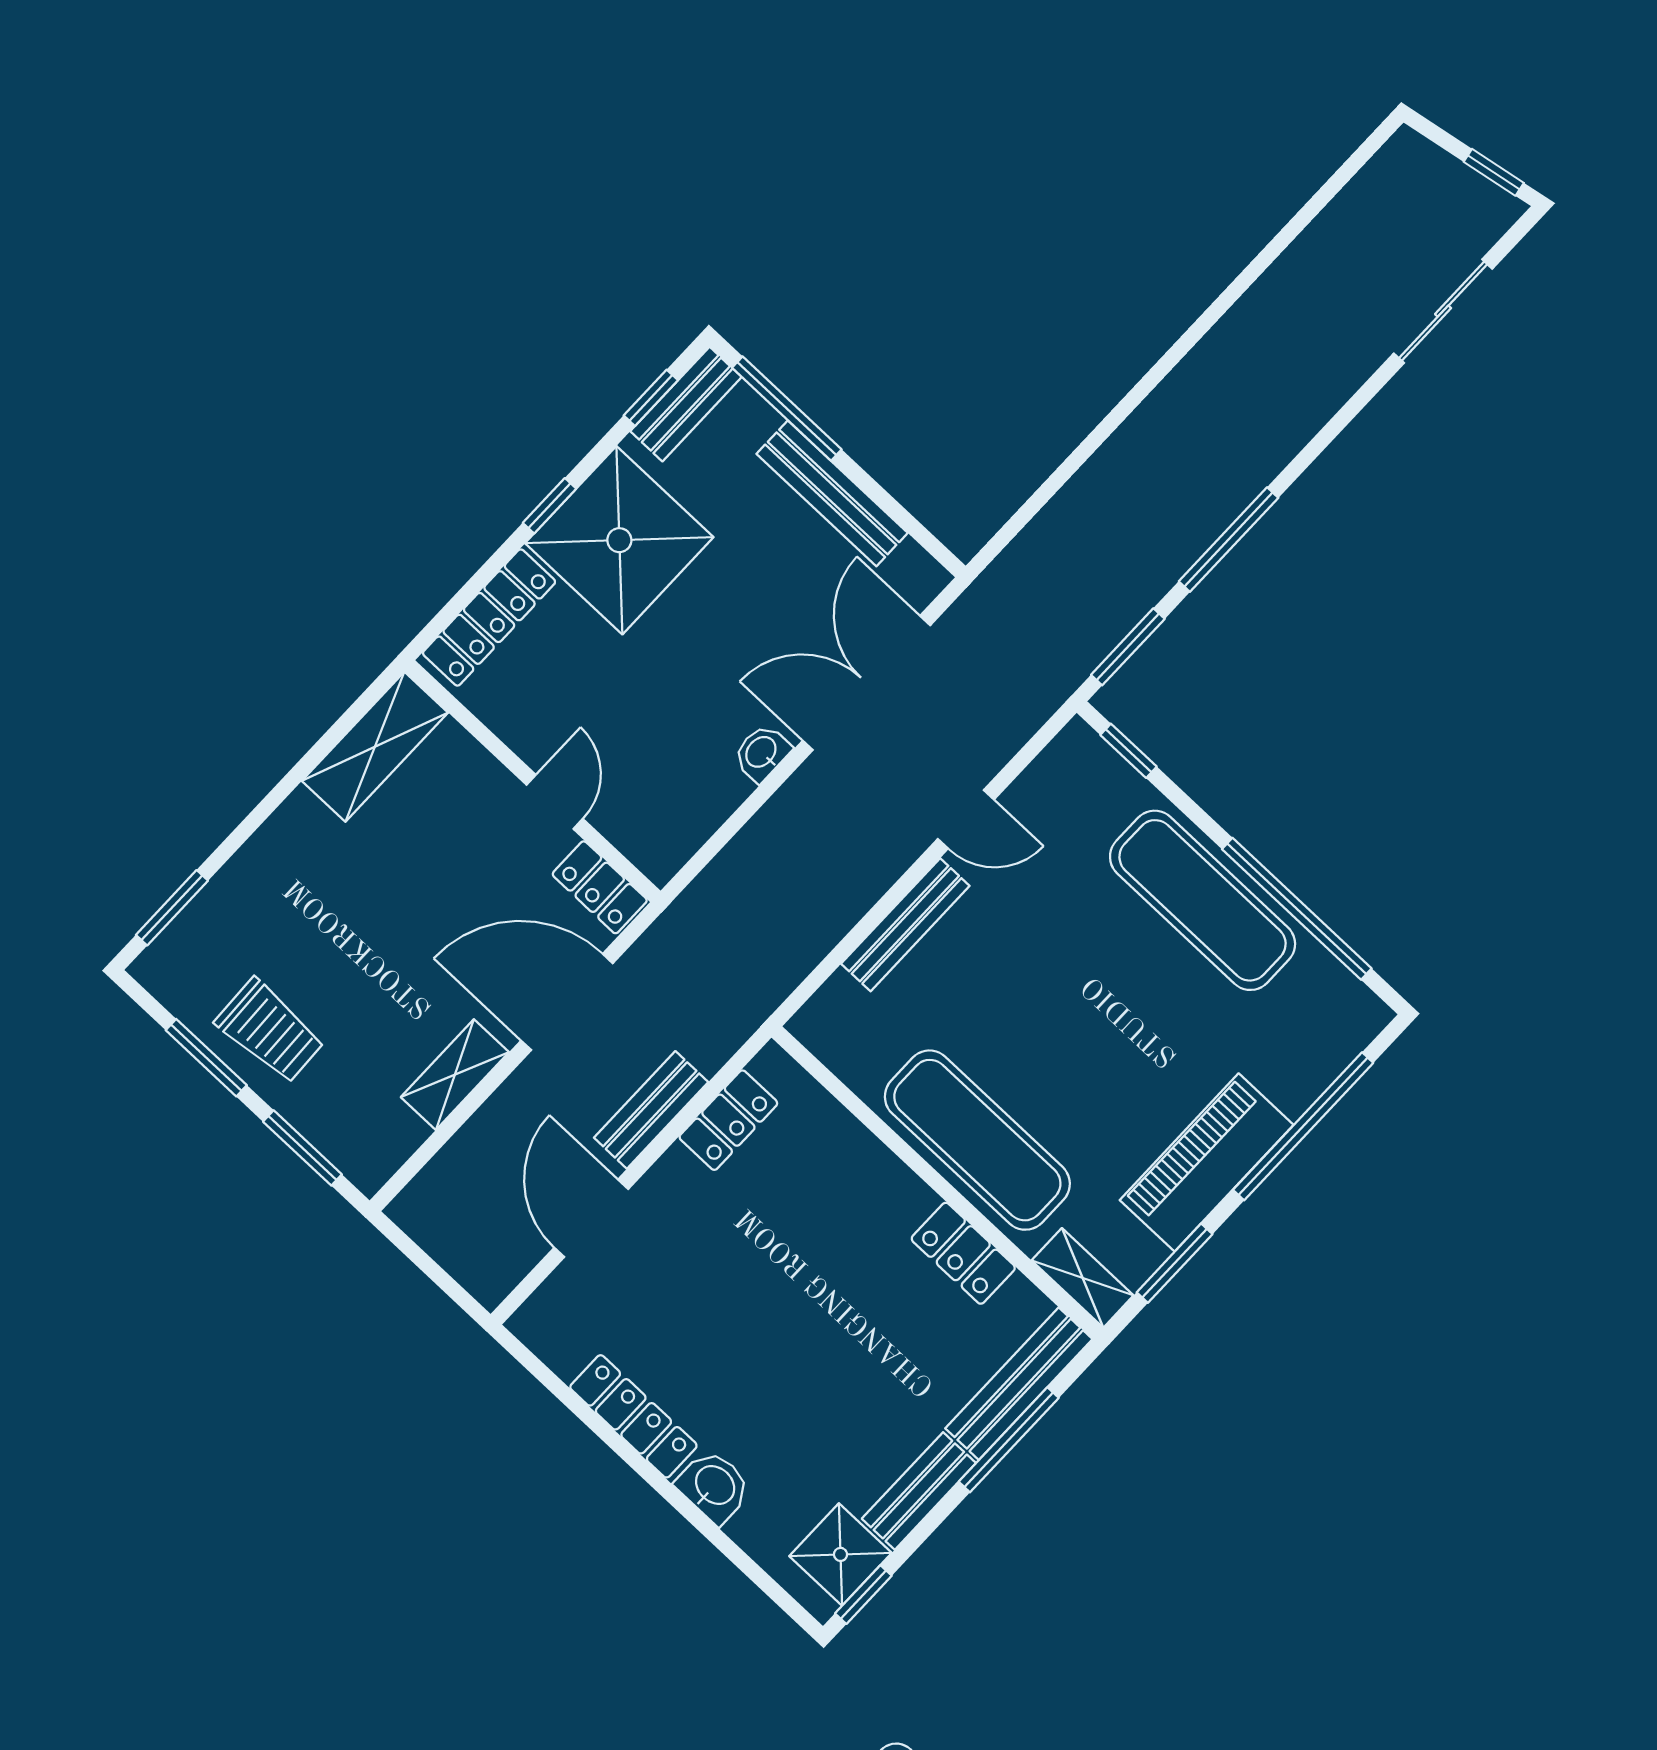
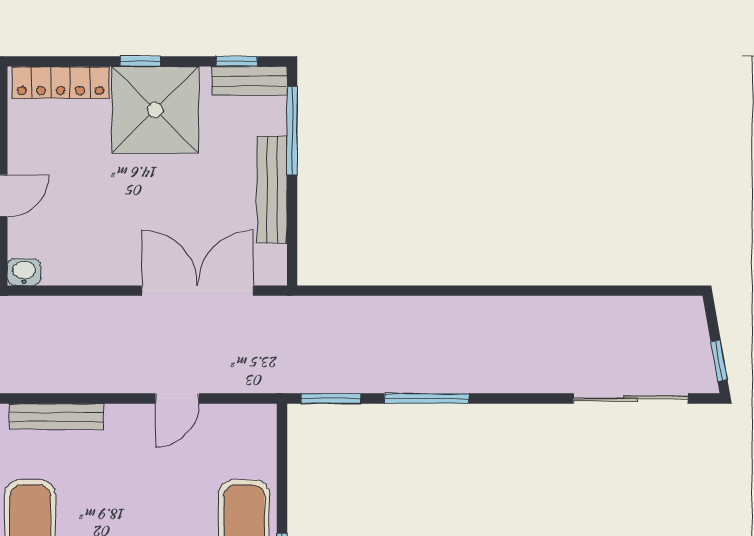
sliding door: (1443, 311) -> (631, 399), width x1.37
window: (1129, 751) -> (282, 445), removed
washbasin: (762, 753) -> (24, 272), moved
door: (966, 819) -> (177, 399), hinge flipped
bench: (905, 925) -> (56, 417), moved

